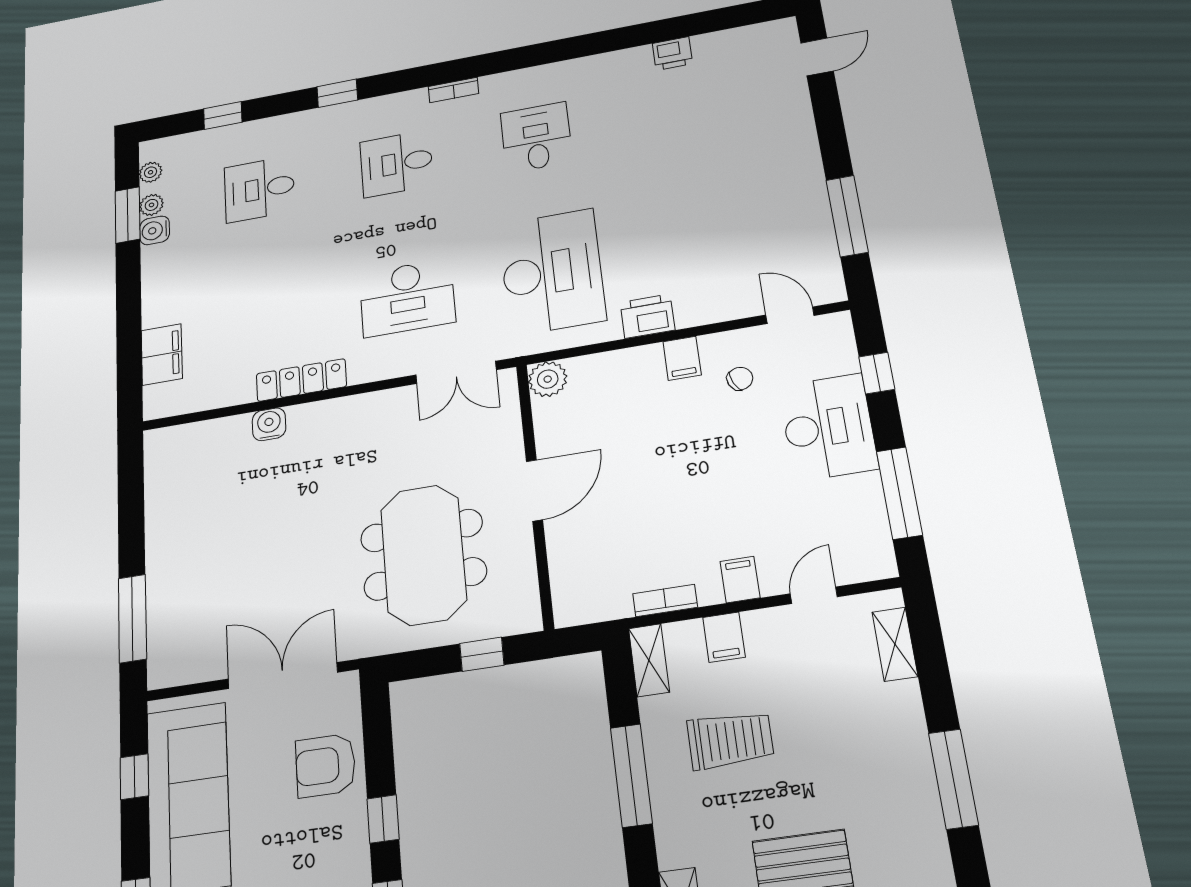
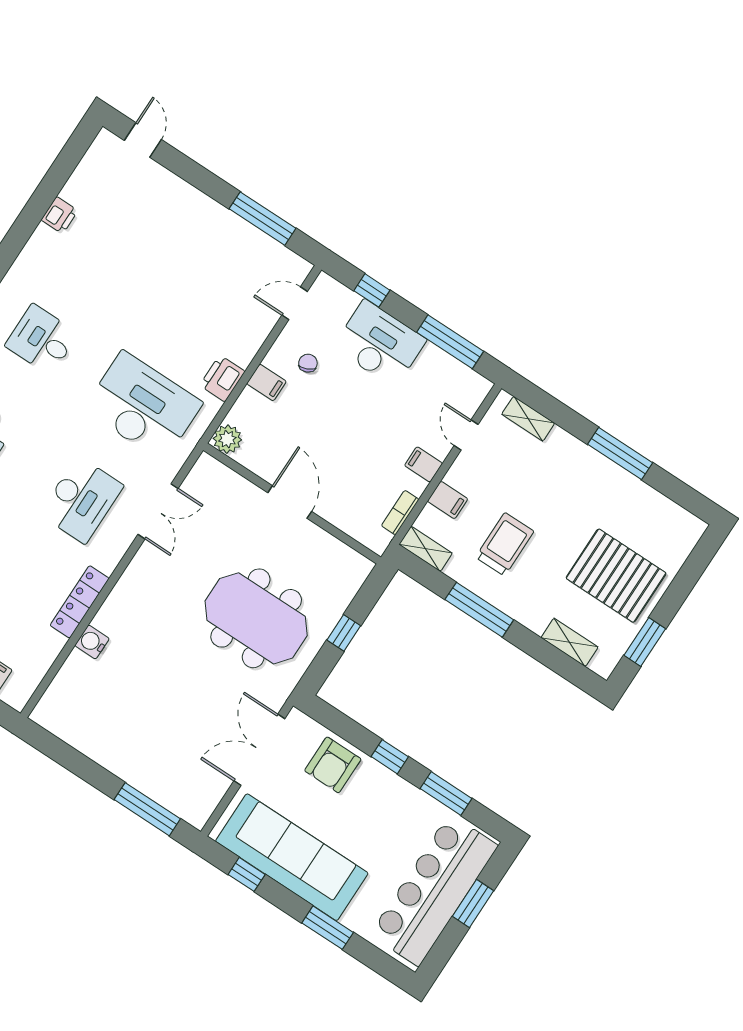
plant: (548, 379) -> (227, 439), moved
door: (535, 490) -> (290, 502), moved
wall: (535, 494) -> (292, 504), moved

